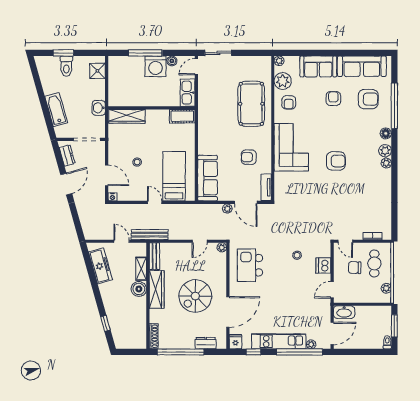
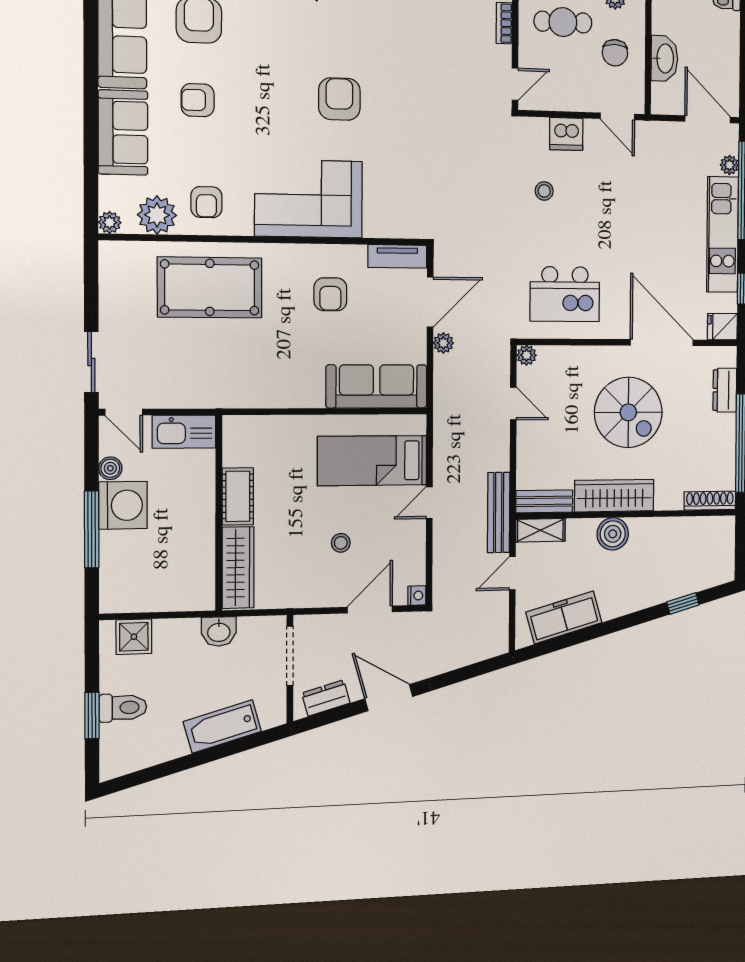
armchair: (289, 102) -> (206, 202), turned 90
cot: (182, 116) -> (238, 496), moved
chair: (355, 268) -> (615, 53), moved
shelving: (141, 269) -> (540, 530), moved
washbasin: (344, 312) -> (664, 58), moved

